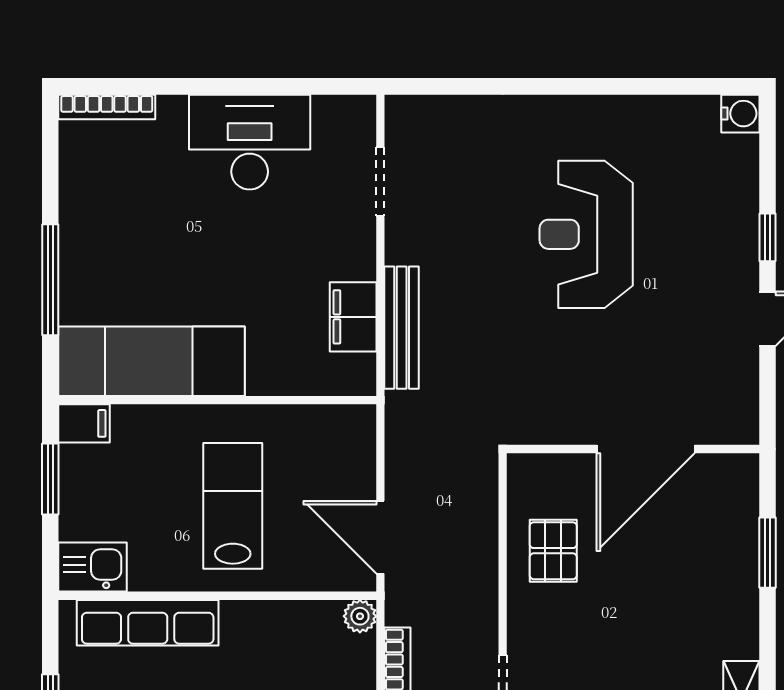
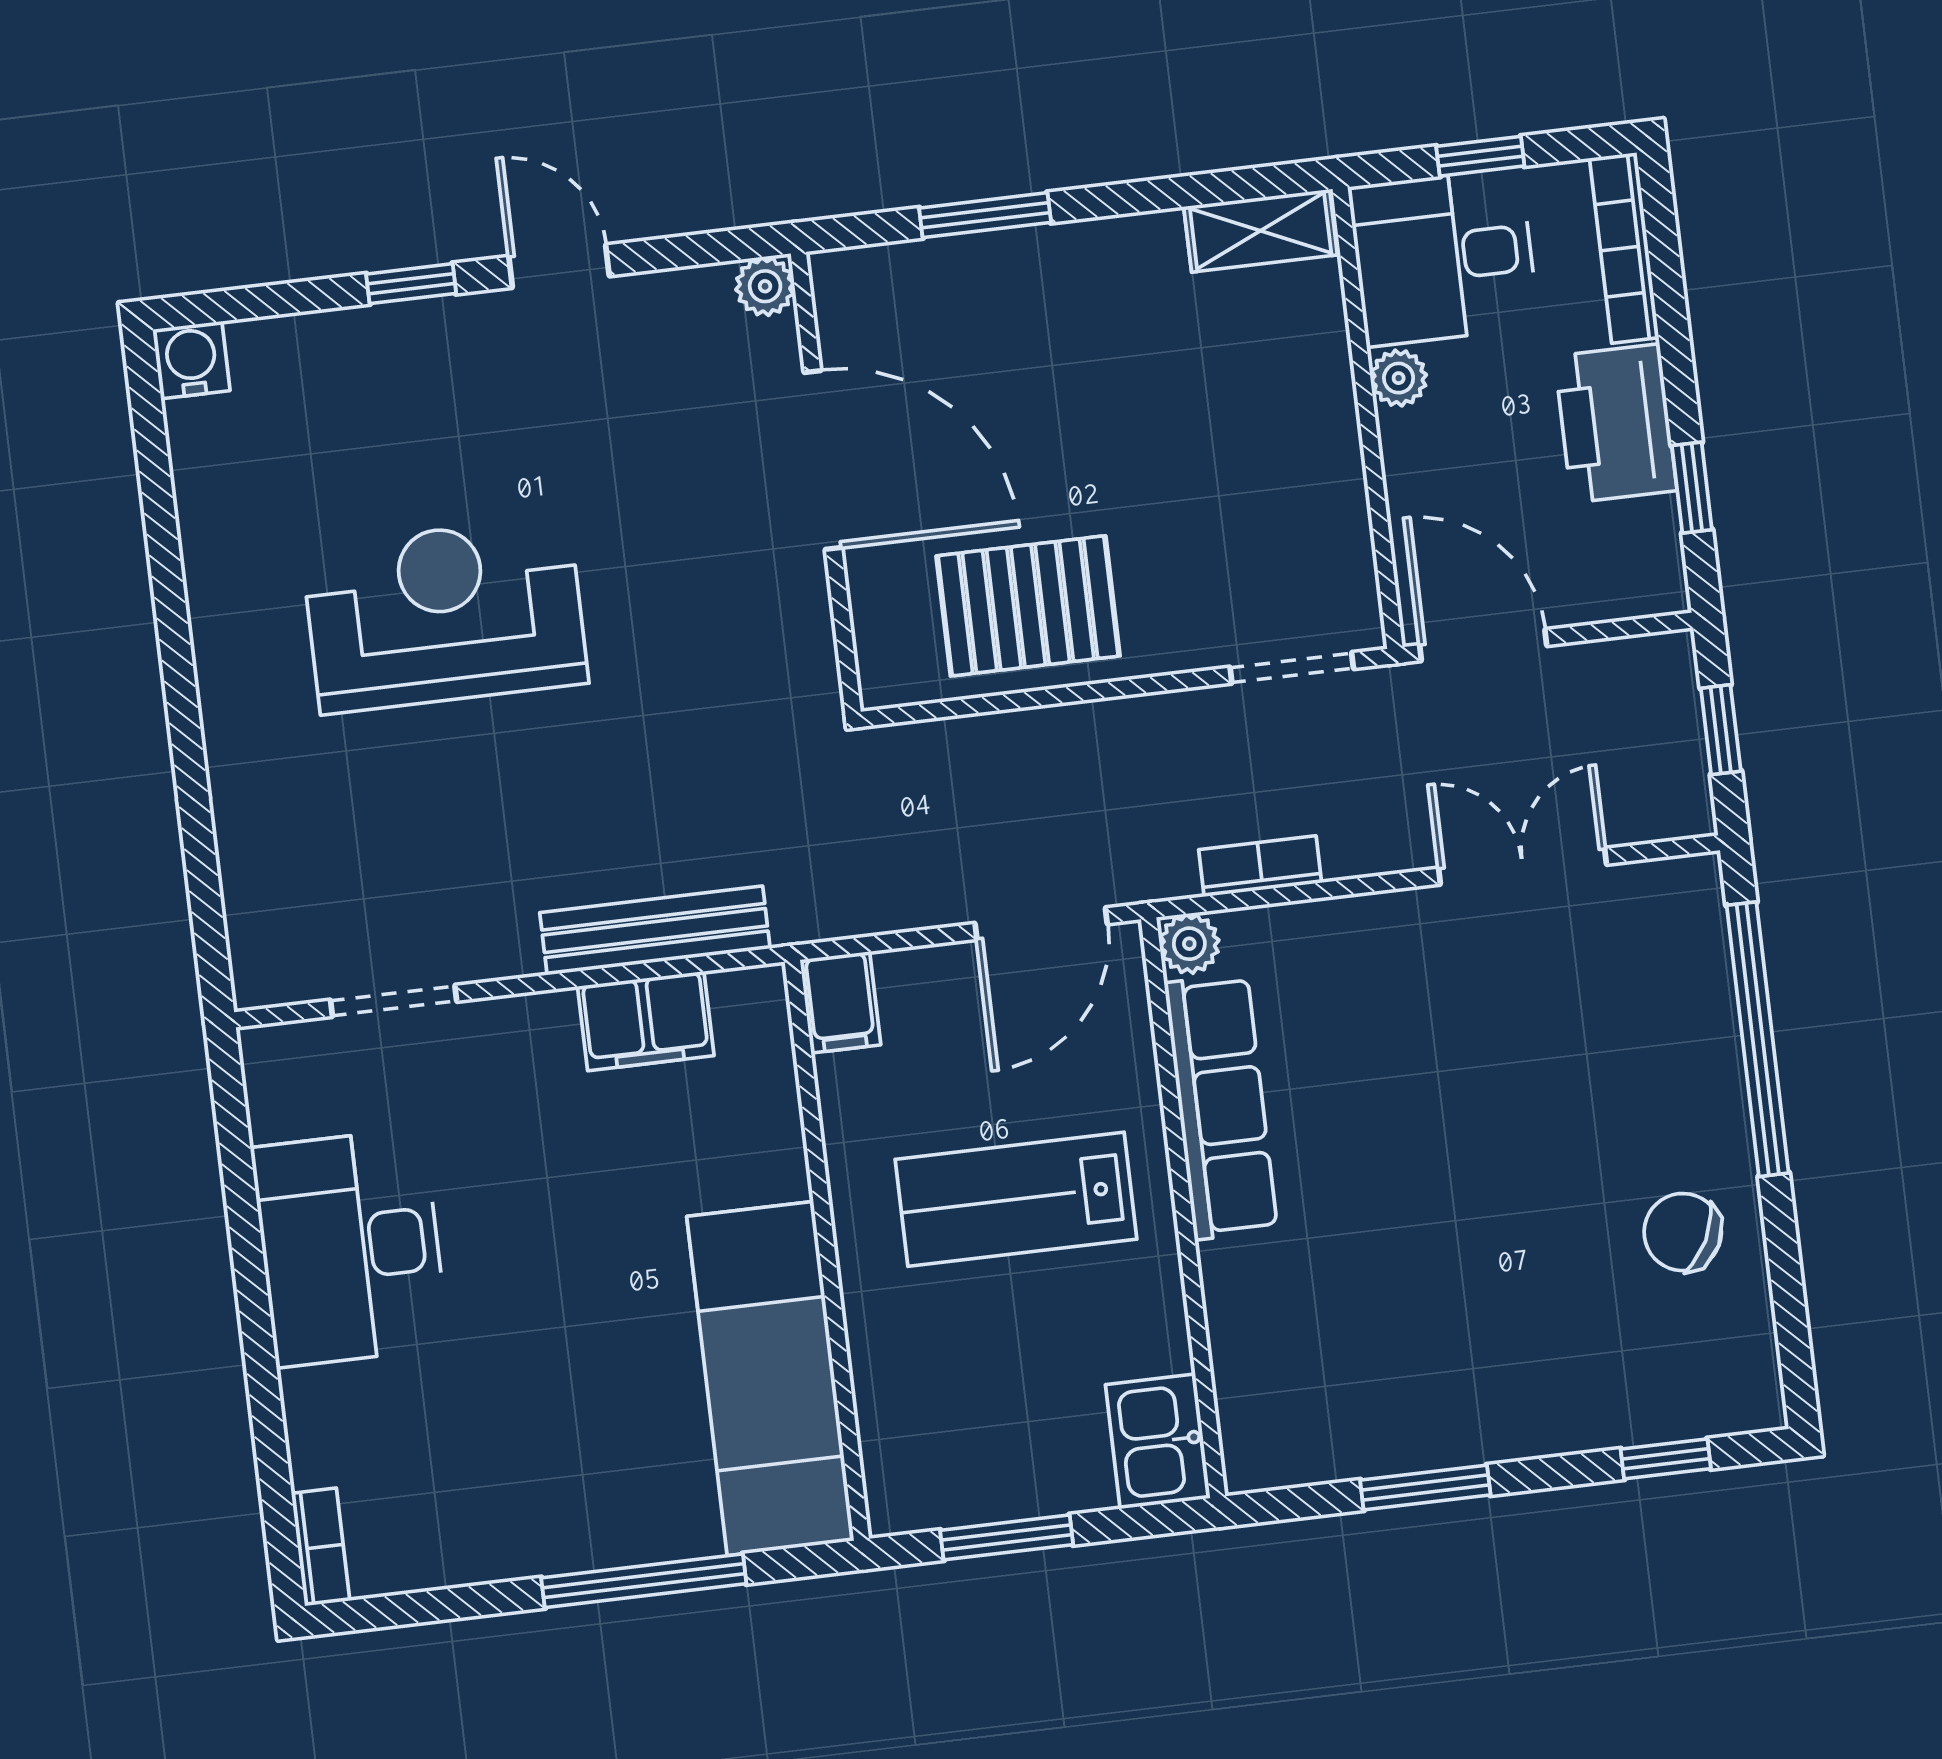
bookcase: (107, 107) -> (321, 1547), width x0.64
reception desk: (586, 234) -> (445, 615), turned 180
filing cabinet: (84, 423) -> (840, 1002), moved, turned 180
plant: (743, 429) -> (765, 286), added
pallet: (553, 551) -> (1028, 606), width x1.50, depth x1.42
row of seats: (148, 623) -> (1221, 1107), moved

